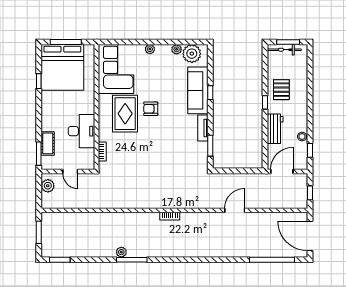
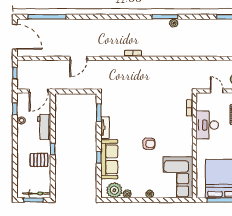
pallet: (281, 90) -> (39, 160), turned 90
rug: (125, 114) -> (170, 140), removed

